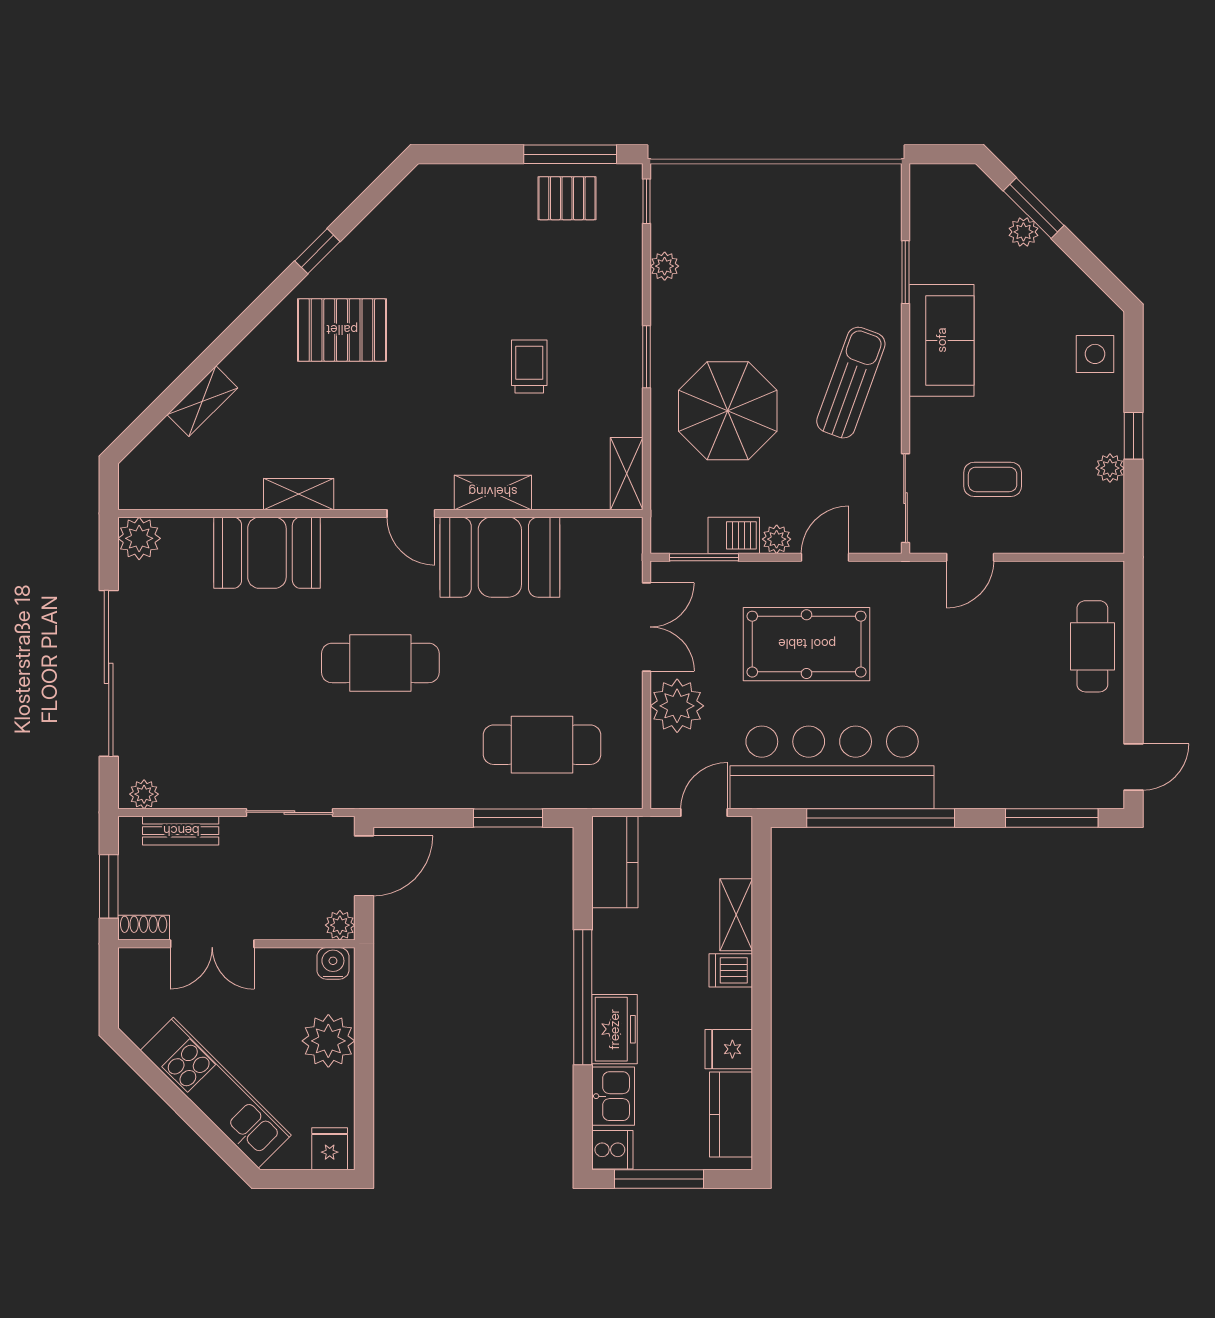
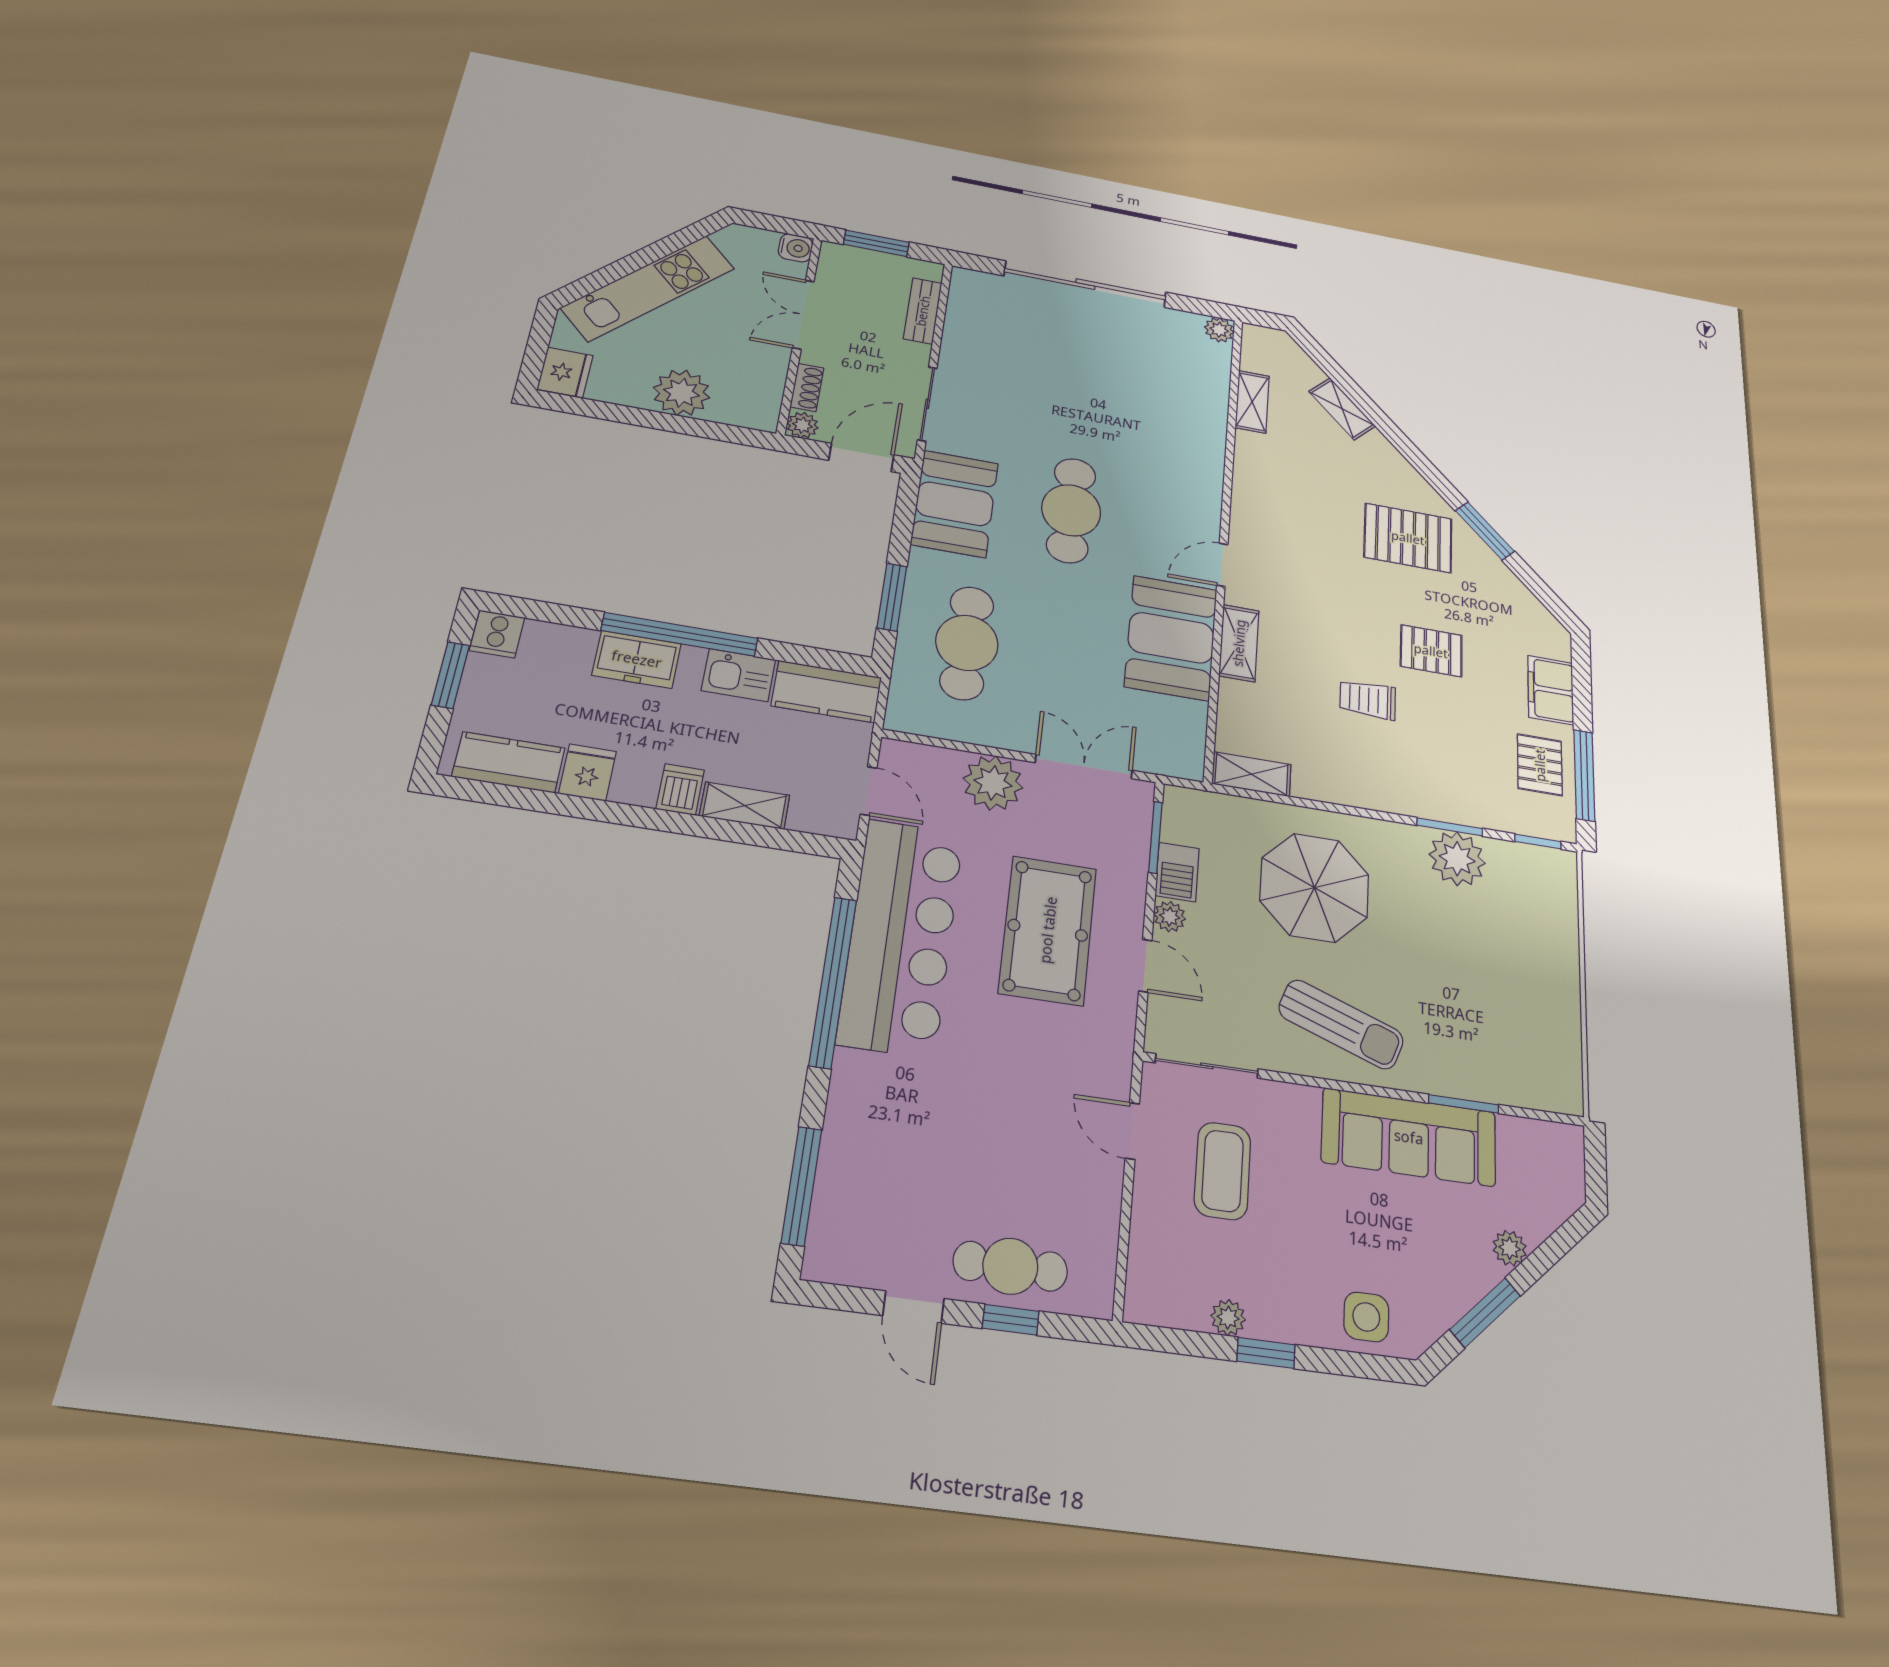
filing cabinet: (485, 186) -> (1551, 690), added
window: (1034, 208) -> (1485, 1313), moved
window: (317, 251) -> (1485, 531), width x1.50
plant: (665, 266) -> (1457, 859), width x1.88, depth x1.88
pallet: (465, 305) -> (1431, 651), added
pallet: (342, 330) -> (1408, 538), turned 90
sofa: (941, 340) -> (1409, 1137), width x1.36
window: (647, 357) -> (1450, 827), moved
trolley: (529, 366) -> (1368, 700), turned 180
coffee table: (993, 479) -> (1223, 1171), width x1.36, depth x1.30
shelving: (299, 494) -> (1252, 402), moved
plant: (139, 538) -> (1219, 330), width x0.73, depth x0.73
booth: (267, 553) -> (955, 504), moved
double door: (647, 627) -> (1084, 767), swing flipped
window: (1133, 642) -> (1011, 1320), added
door: (1133, 767) -> (914, 1307), moved
plant: (144, 794) -> (963, 289), removed
door: (364, 866) -> (861, 458), swing flipped
shoe rack: (144, 928) -> (807, 387), moved
water cooler: (333, 963) -> (796, 248), moved
kitchen sink: (613, 1096) -> (739, 675), moved
fridge: (330, 1149) -> (565, 372), width x1.38
window: (659, 1179) -> (450, 675), width x0.69

